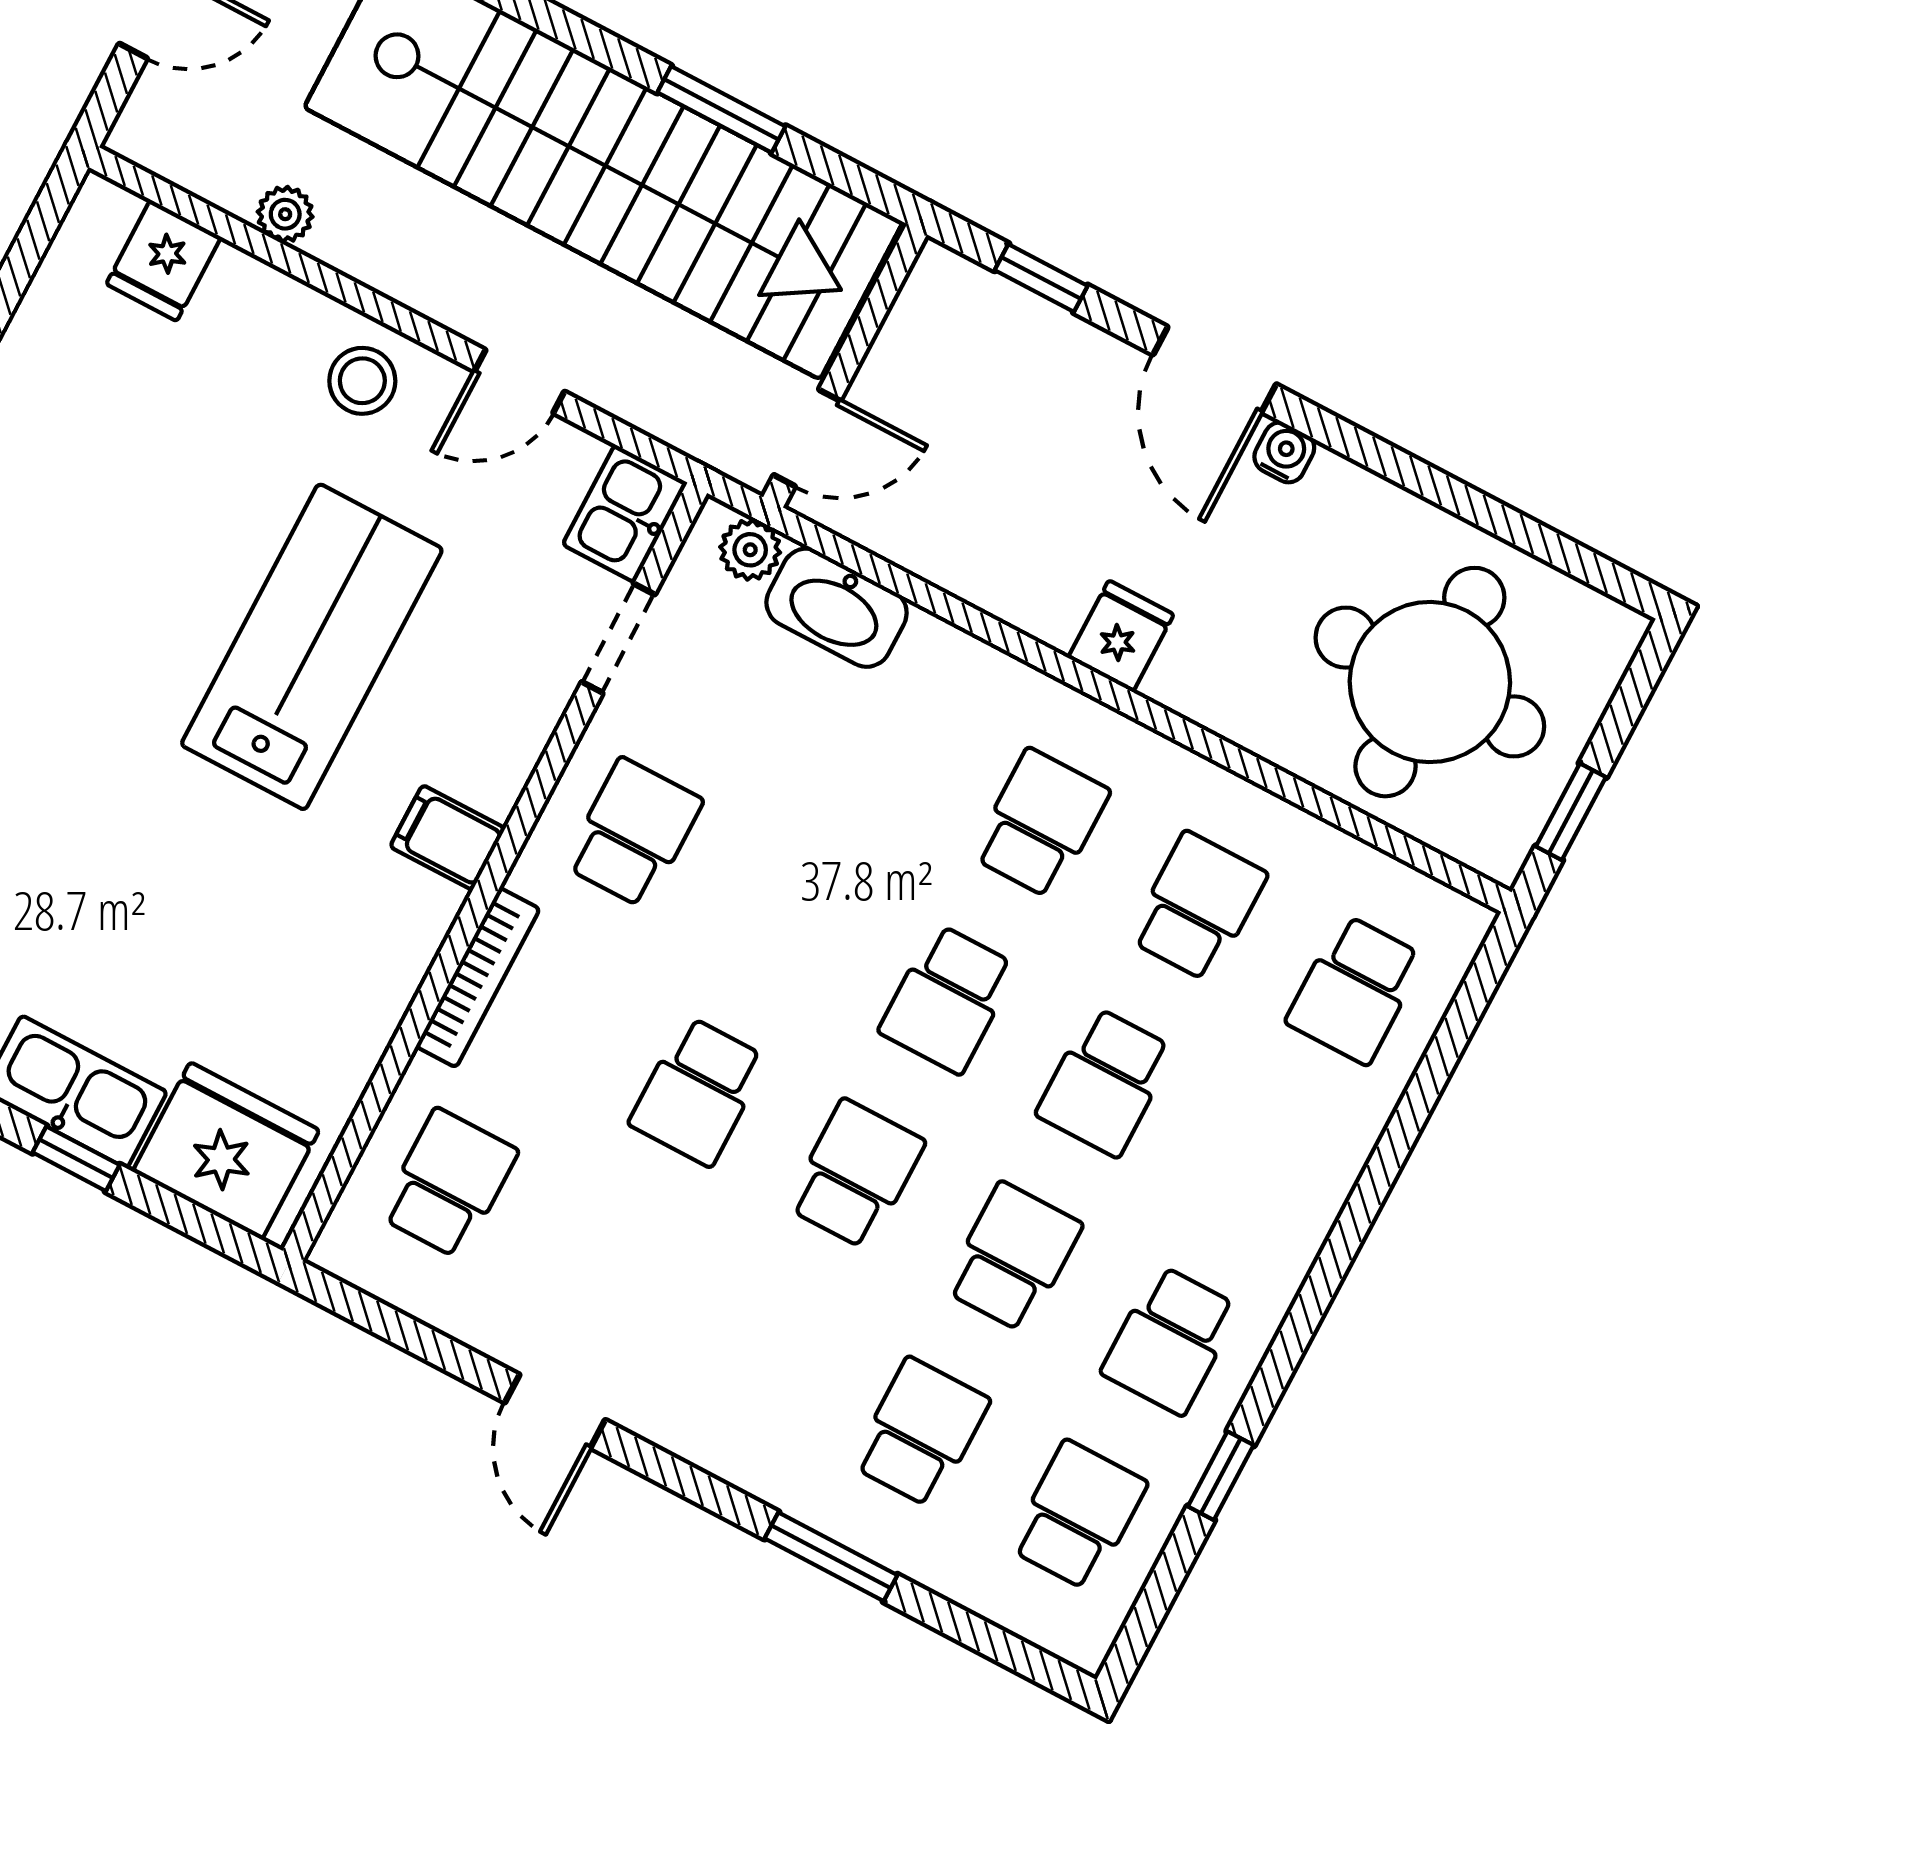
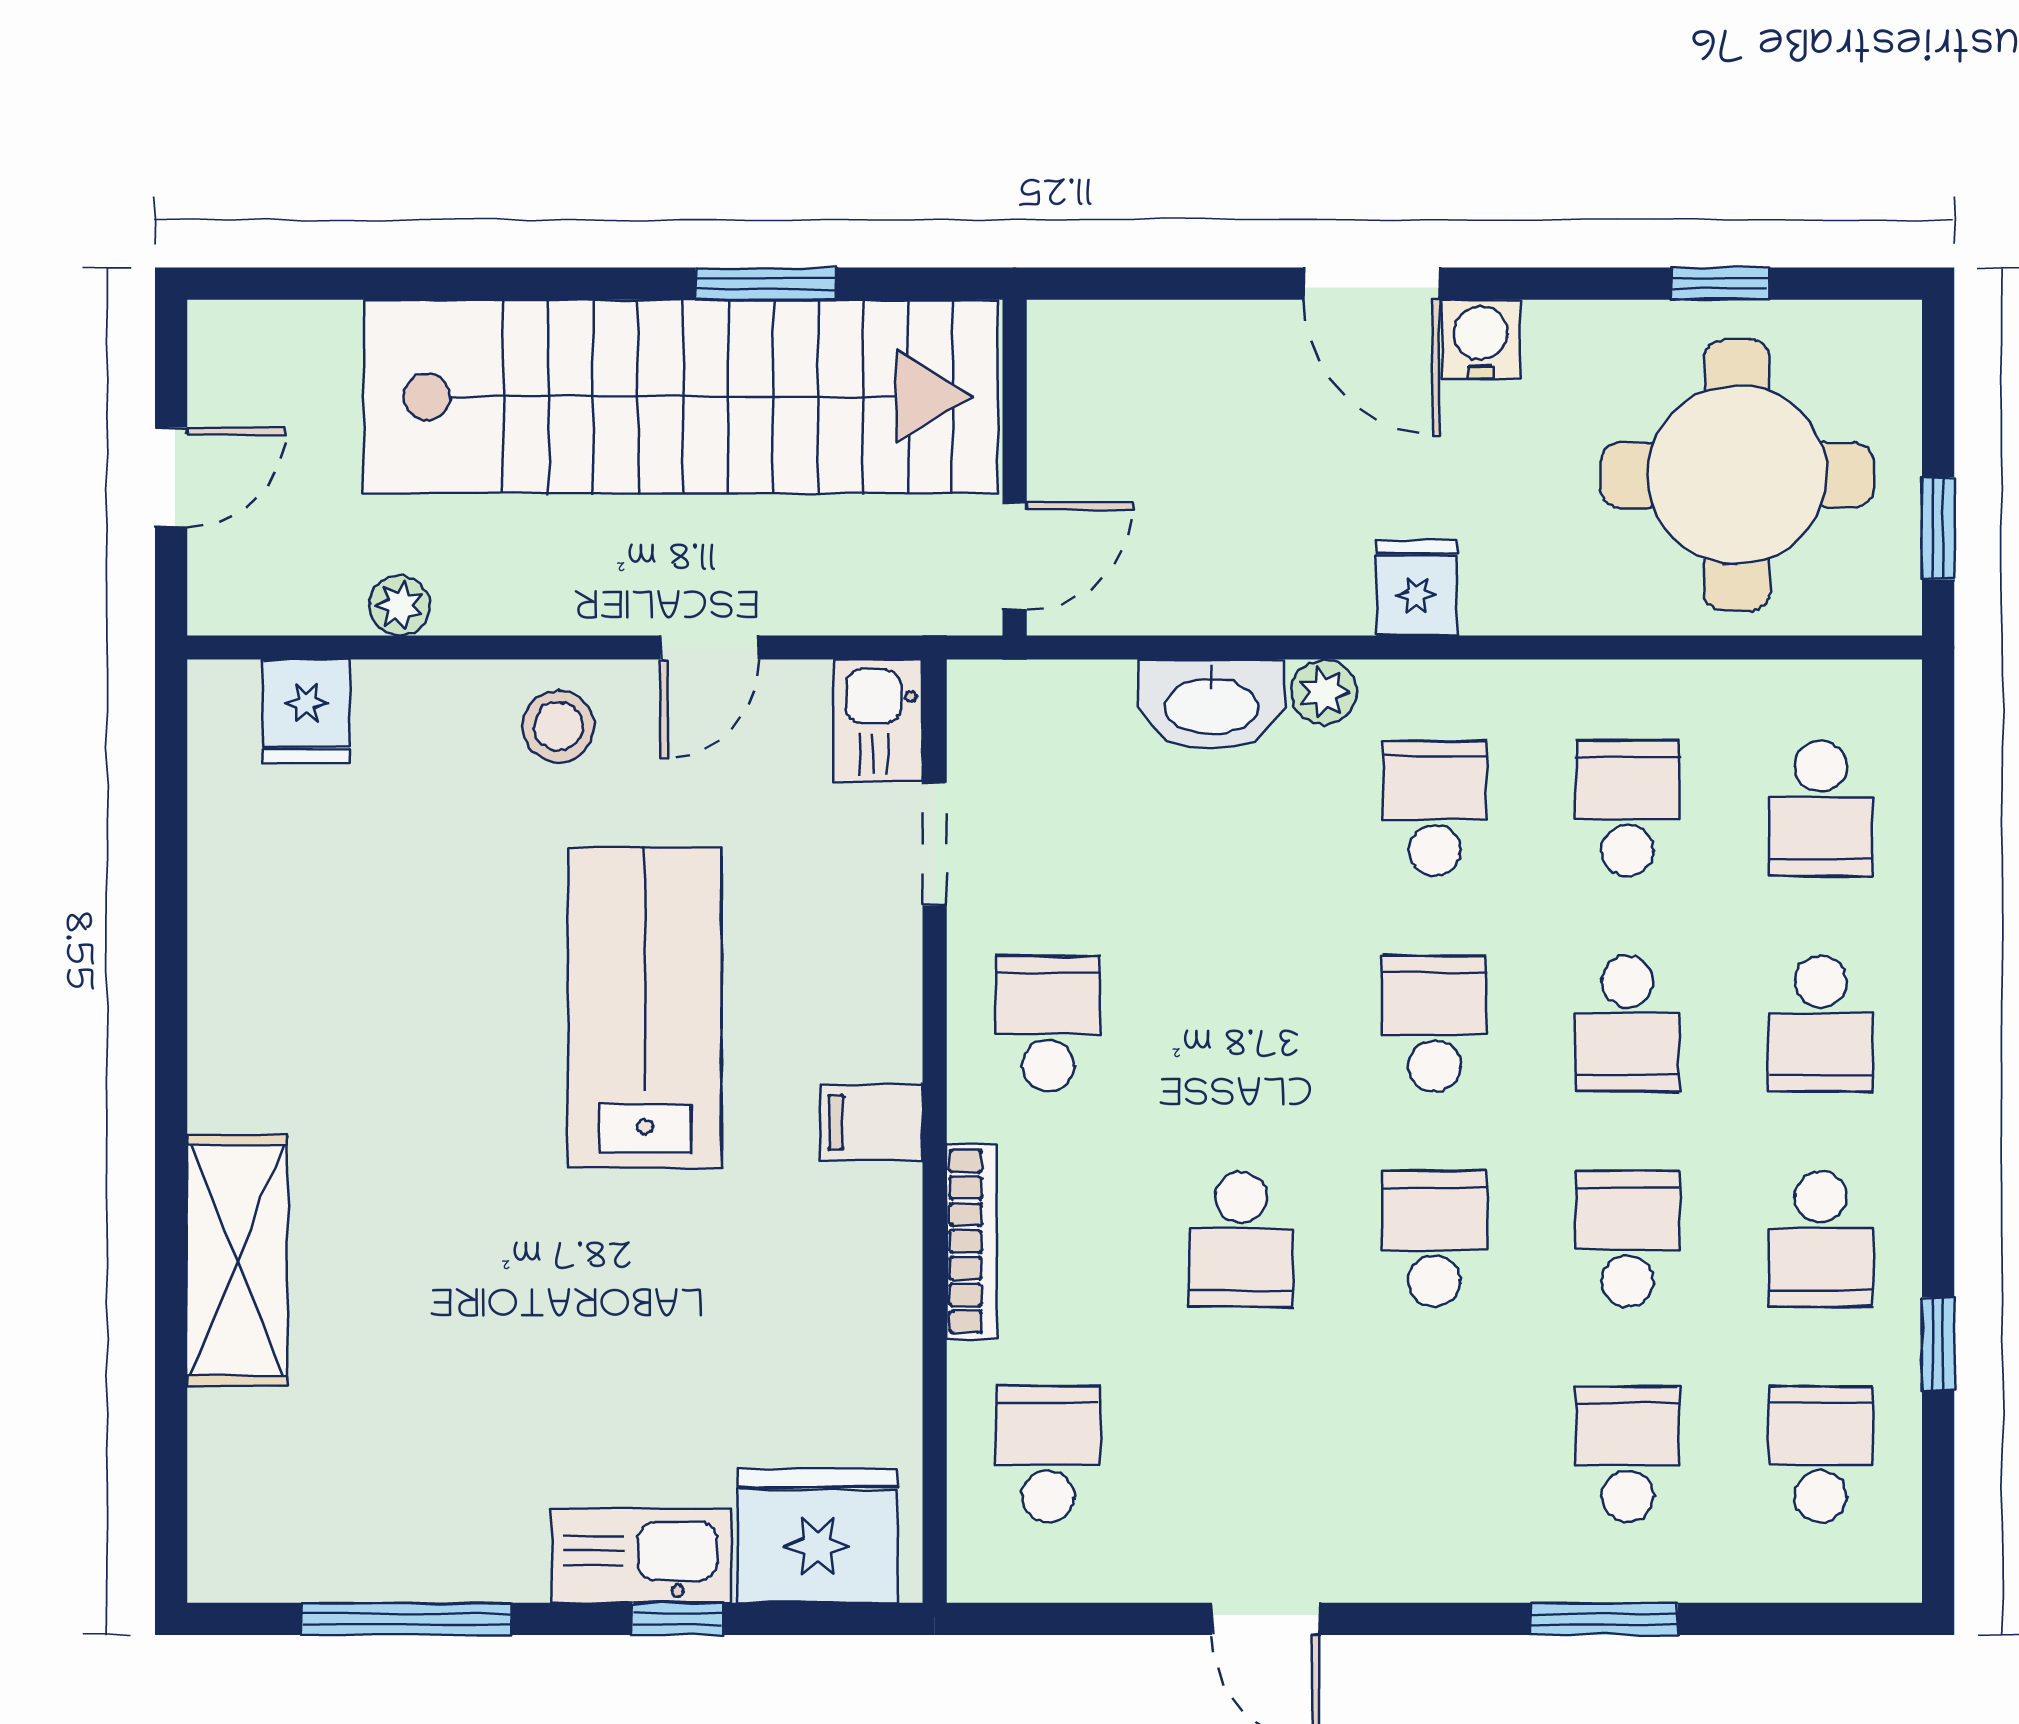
window: (1041, 278) -> (1720, 284), moved
water cooler: (1284, 452) -> (1481, 339), width x1.38, depth x1.38
plant: (750, 550) -> (1324, 692), moved
washbasin: (837, 608) -> (1211, 704), moved
school desk: (948, 999) -> (1434, 1024), turned 180
school desk: (1263, 1165) -> (1821, 1024), added

